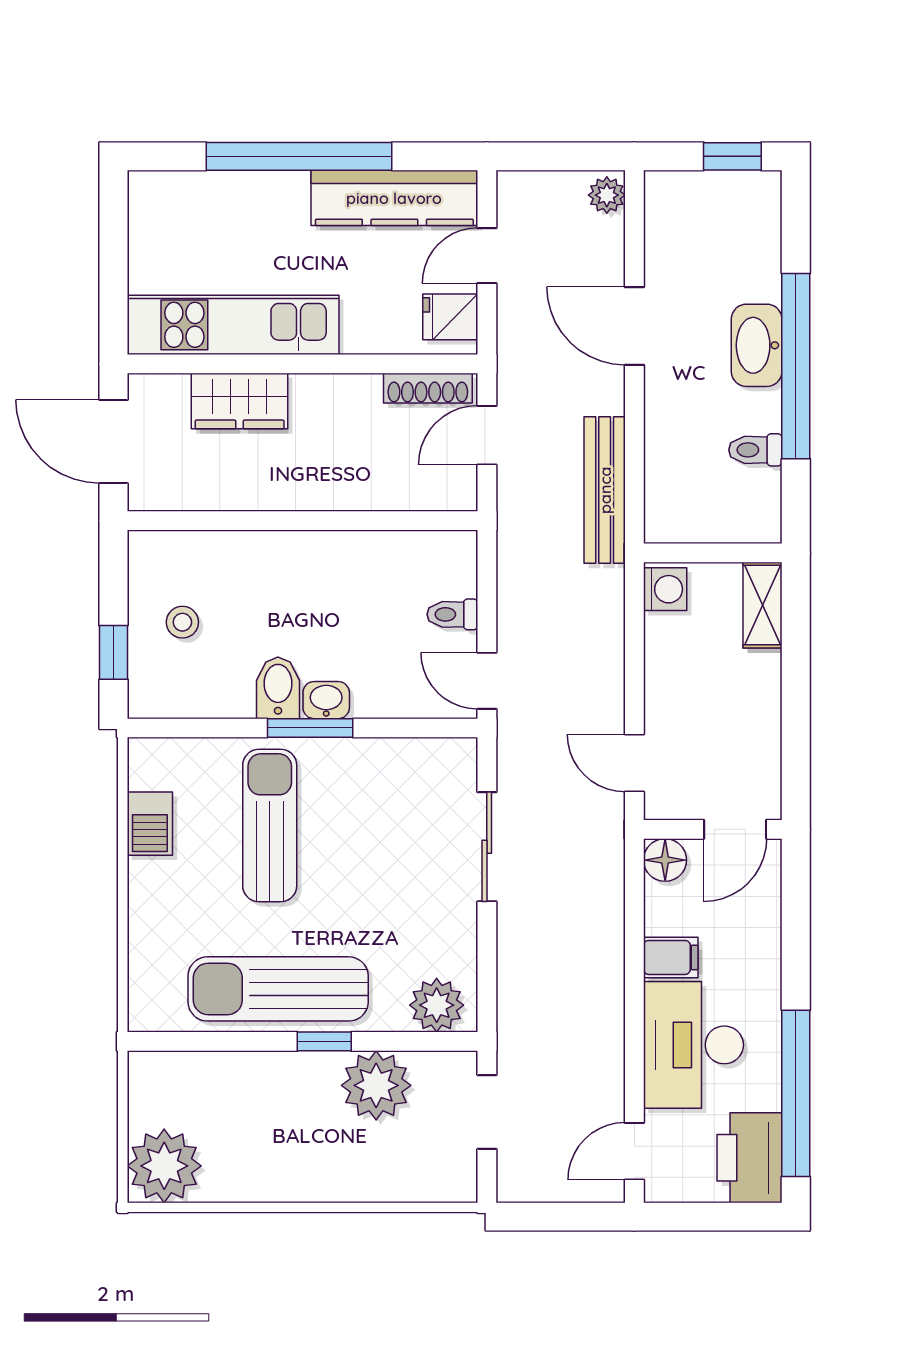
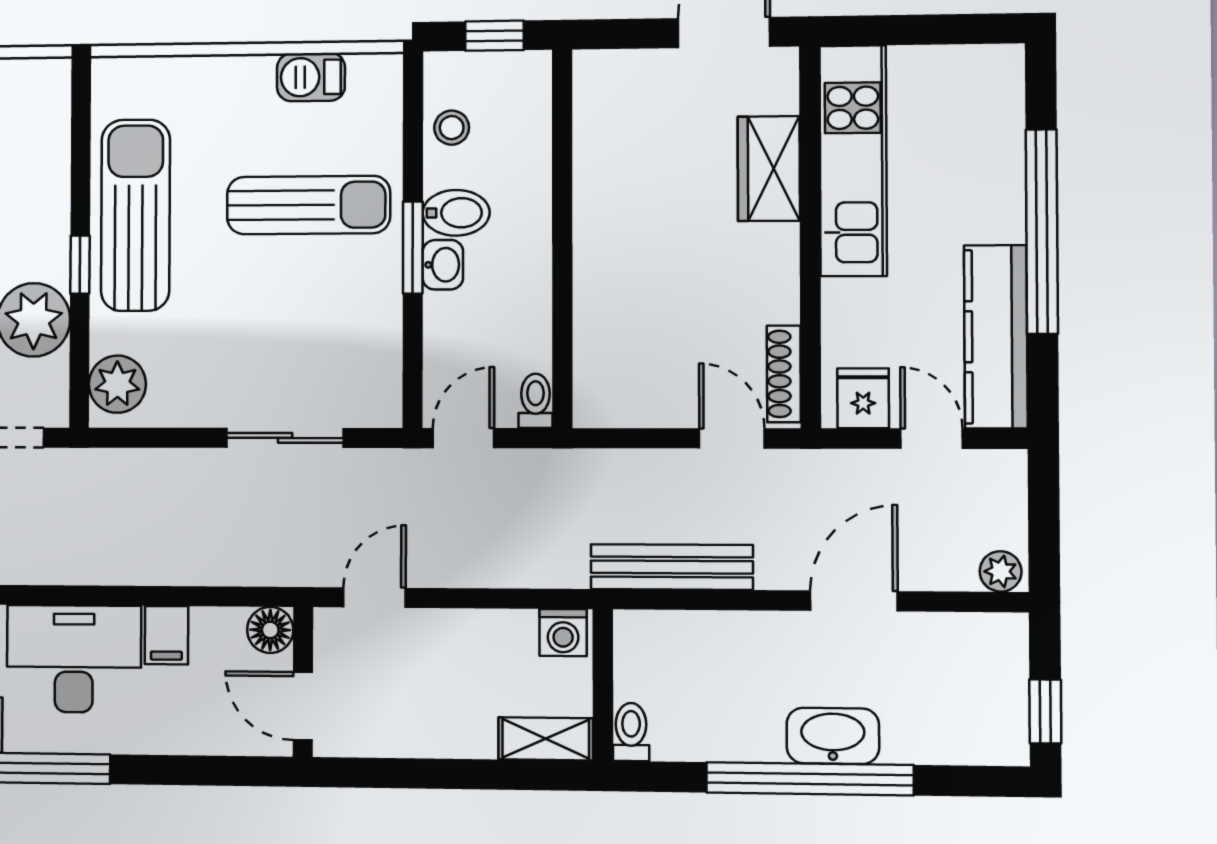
toilet: (755, 450) -> (631, 732), moved
wall: (302, 521) -> (562, 238), moved
stool: (182, 622) -> (452, 128), moved

